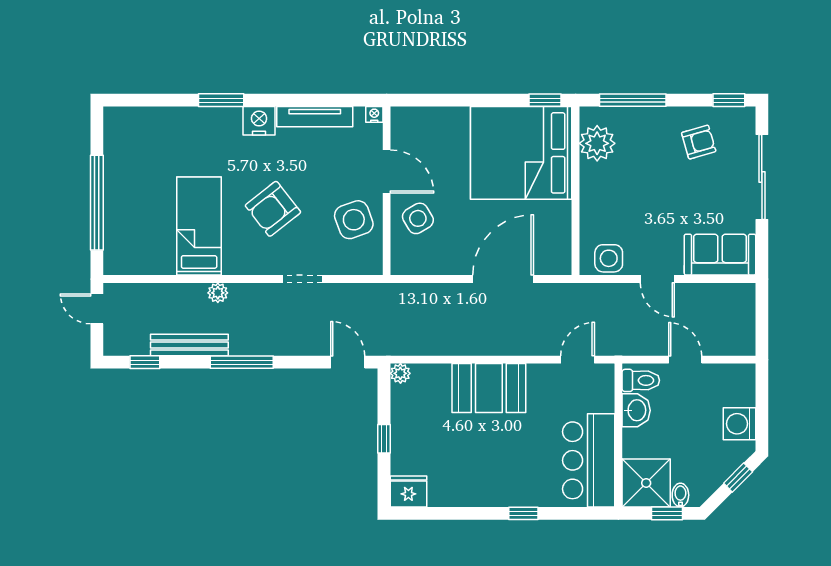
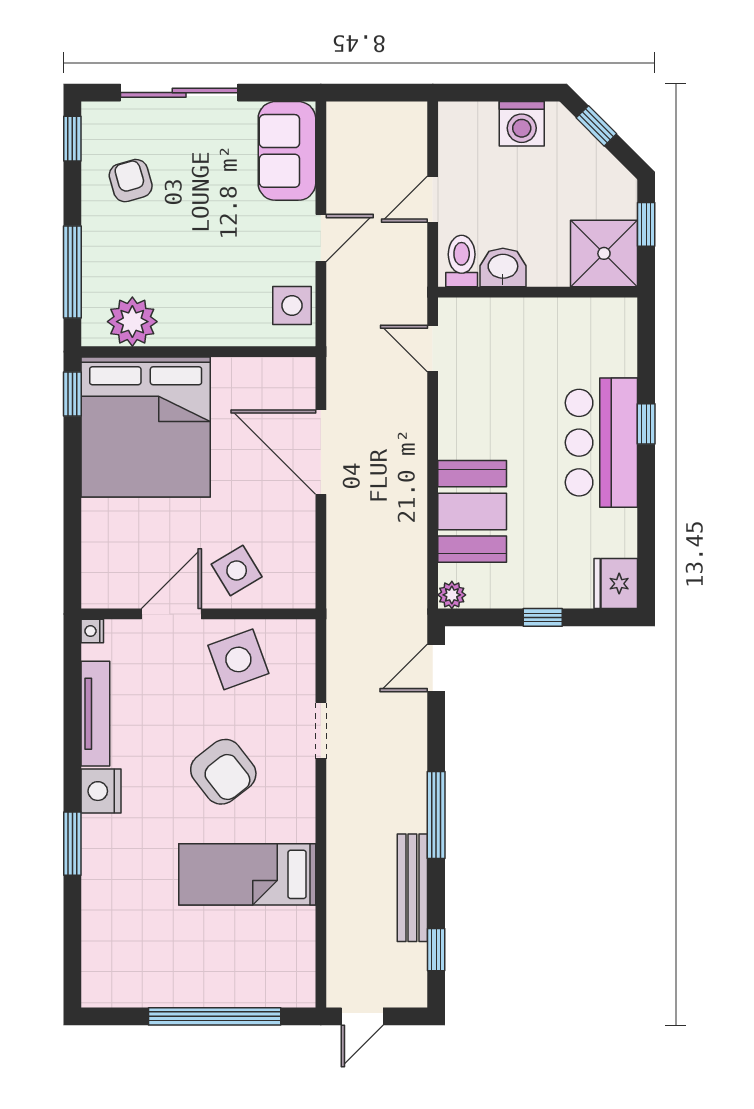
plant: (218, 293) -> (340, 848), removed
booth: (489, 388) -> (472, 511), moved
bar counter: (589, 460) -> (601, 443), moved, turned 90
bidet: (680, 495) -> (621, 206), removed

